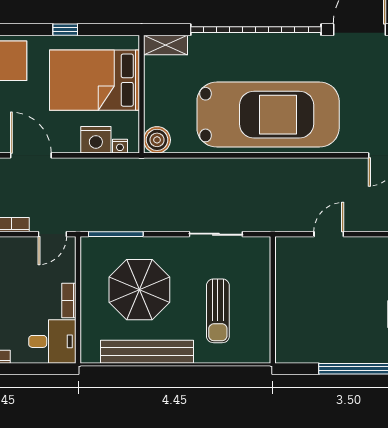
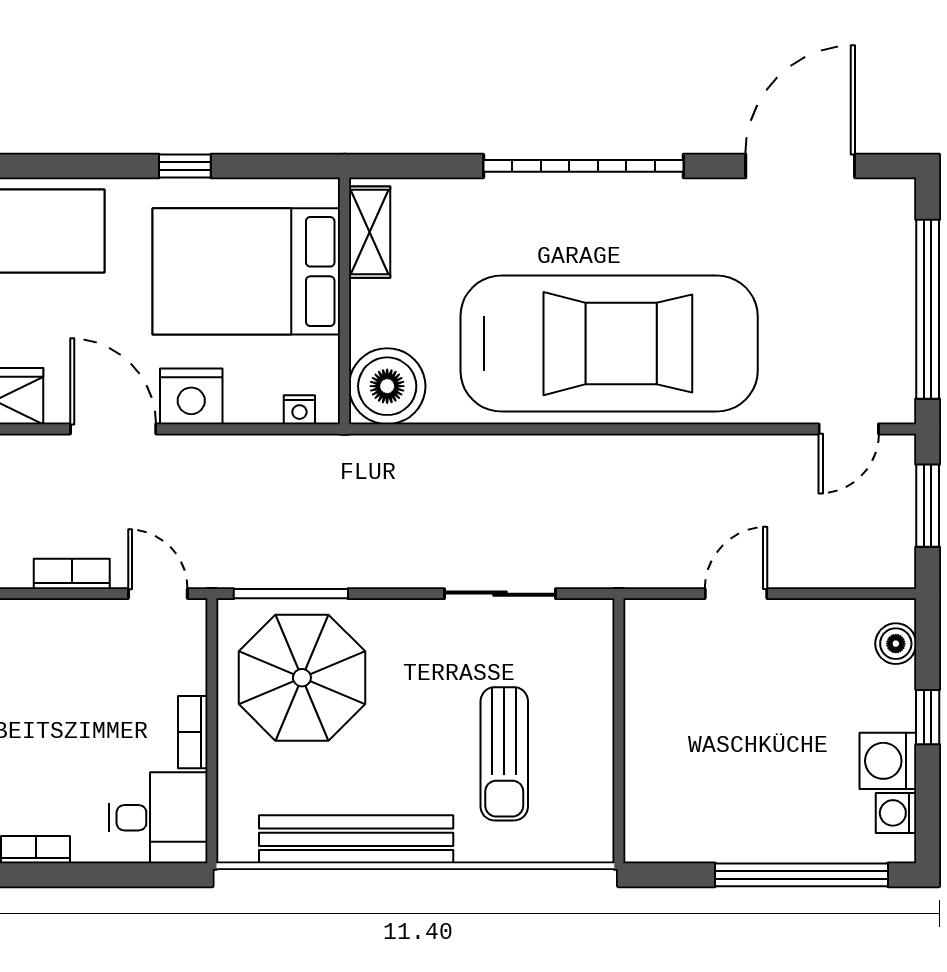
garage door: (256, 30) -> (583, 166), width x0.73
shelving: (166, 45) -> (370, 232), moved, turned 90
nightstand: (96, 140) -> (191, 396), moved
boiler: (157, 140) -> (387, 386), width x1.37, depth x1.37
door: (52, 234) -> (158, 594), swing flipped
parasol: (139, 290) -> (302, 678), moved

